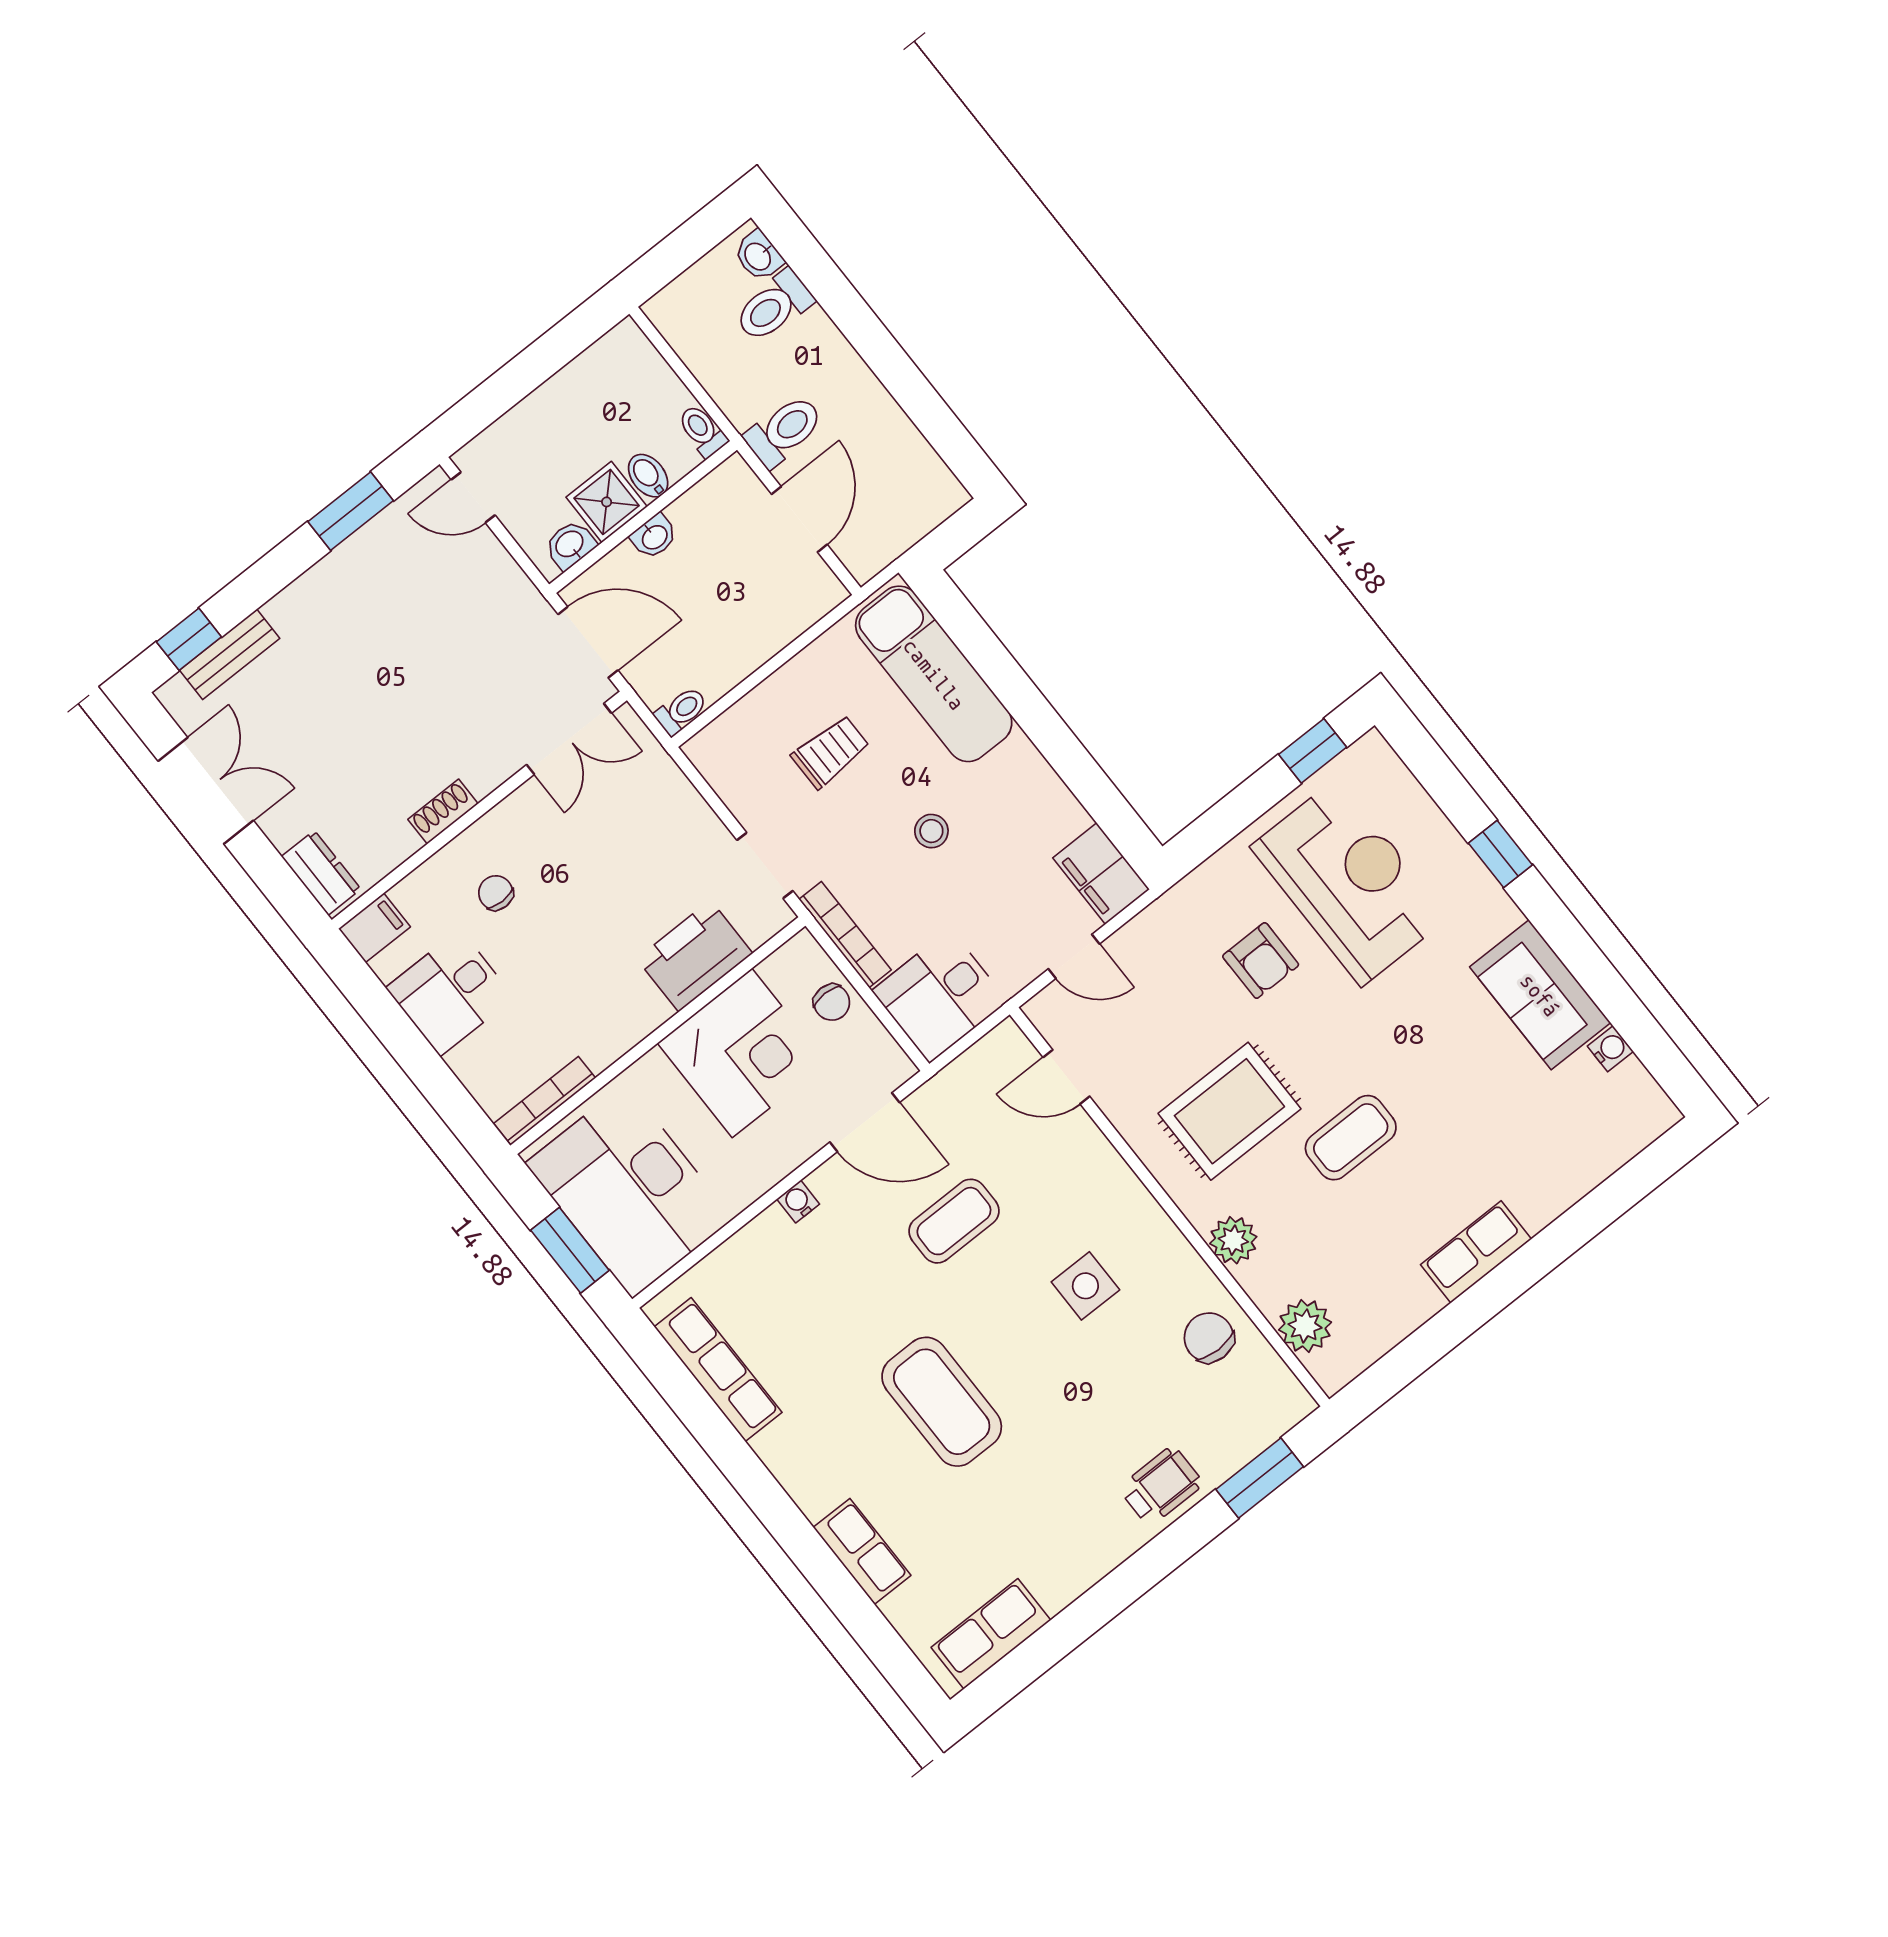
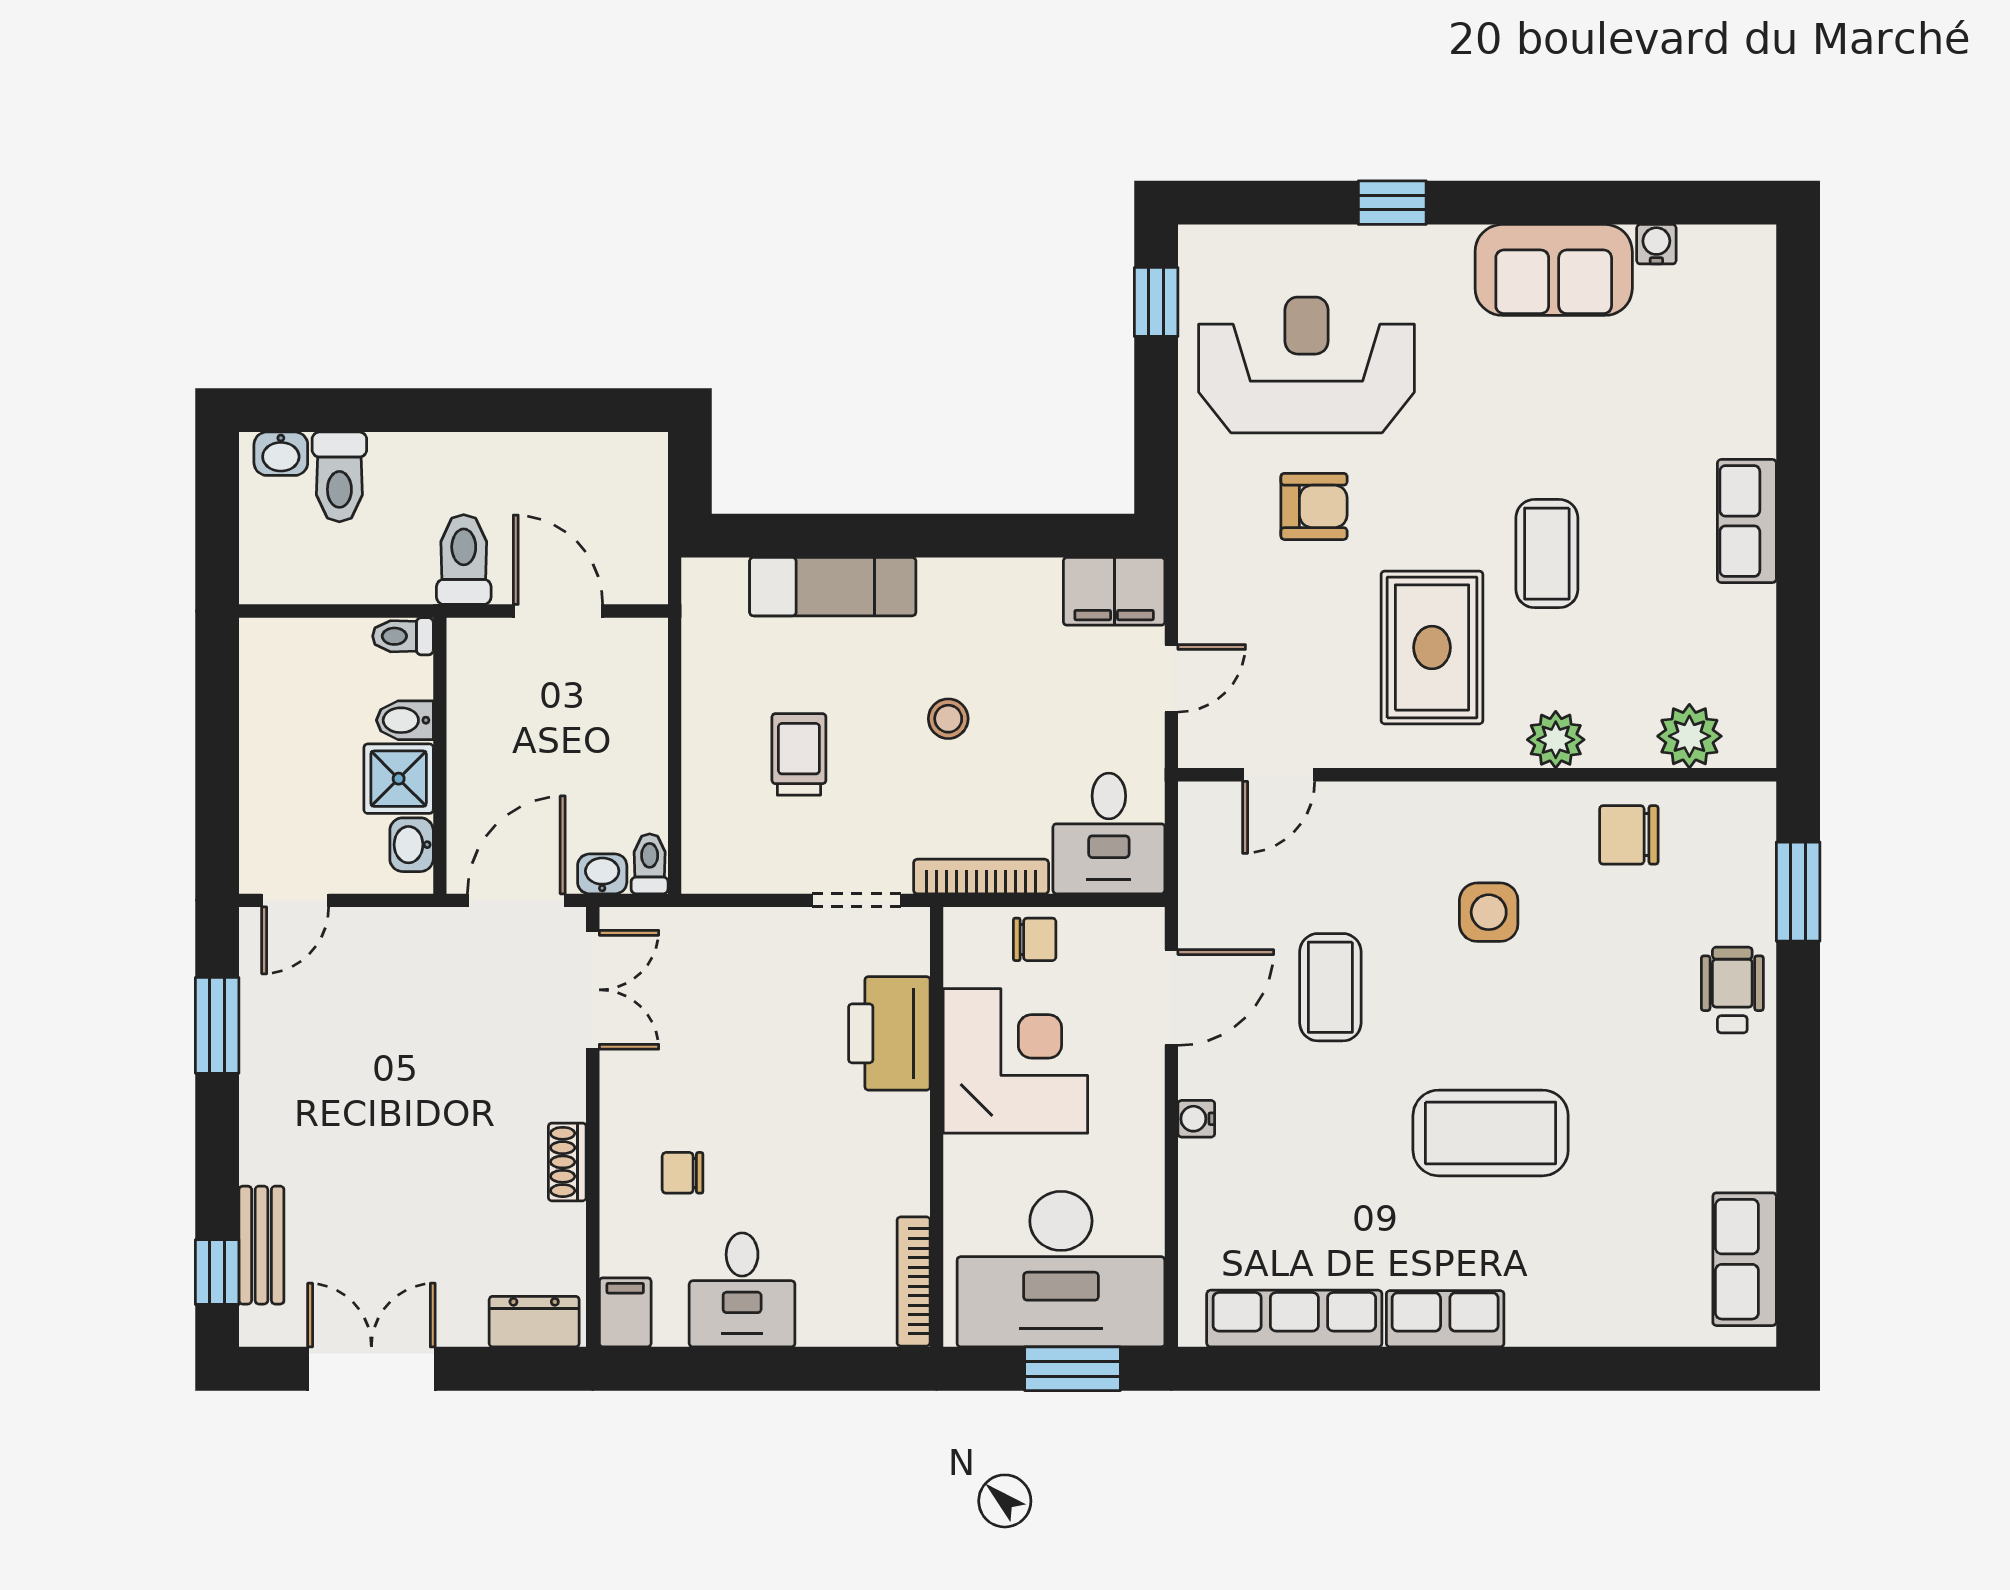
washbasin: (654, 537) -> (602, 874), moved, turned -90
exam couch: (934, 674) -> (833, 587), width x0.73, depth x0.69
row of seats: (862, 1551) -> (1445, 1319), moved

